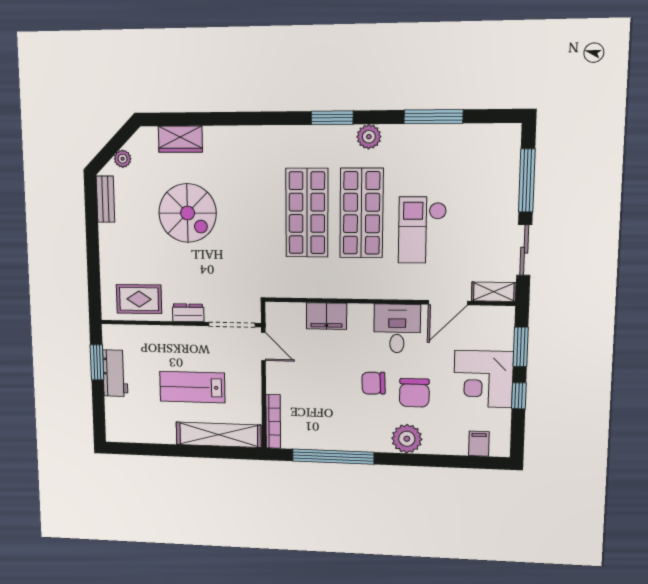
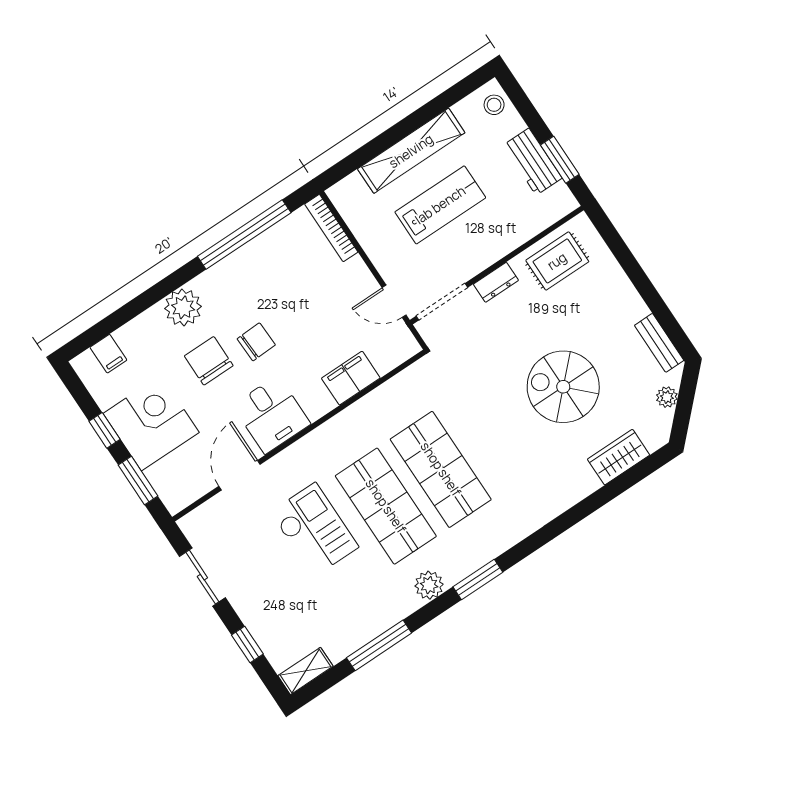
window: (527, 181) -> (247, 645), width x0.46
shelving: (494, 292) -> (305, 671), moved
stool: (117, 425) -> (494, 105), added
shelving: (219, 435) -> (411, 151), moved

